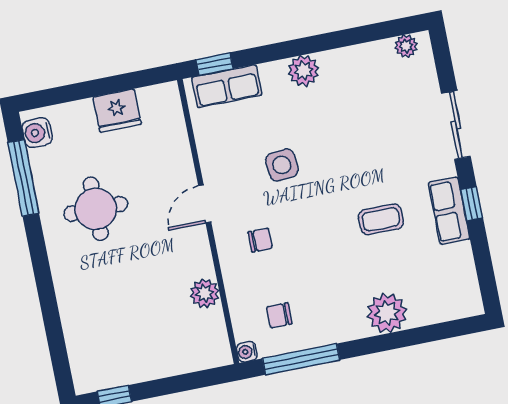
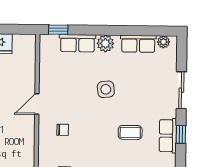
row of seats: (362, 59) -> (138, 44), added
row of seats: (227, 86) -> (78, 43), moved
side table: (282, 165) -> (106, 89), moved
plant: (205, 293) -> (27, 152), removed

